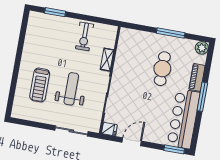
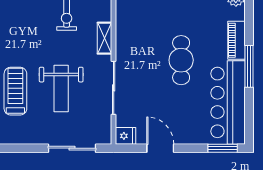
cafe table: (162, 69) -> (181, 60), moved
treadmill: (40, 85) -> (15, 91), turned 180
weight bench: (71, 89) -> (61, 89), turned 180
door: (132, 142) -> (160, 148), hinge flipped

